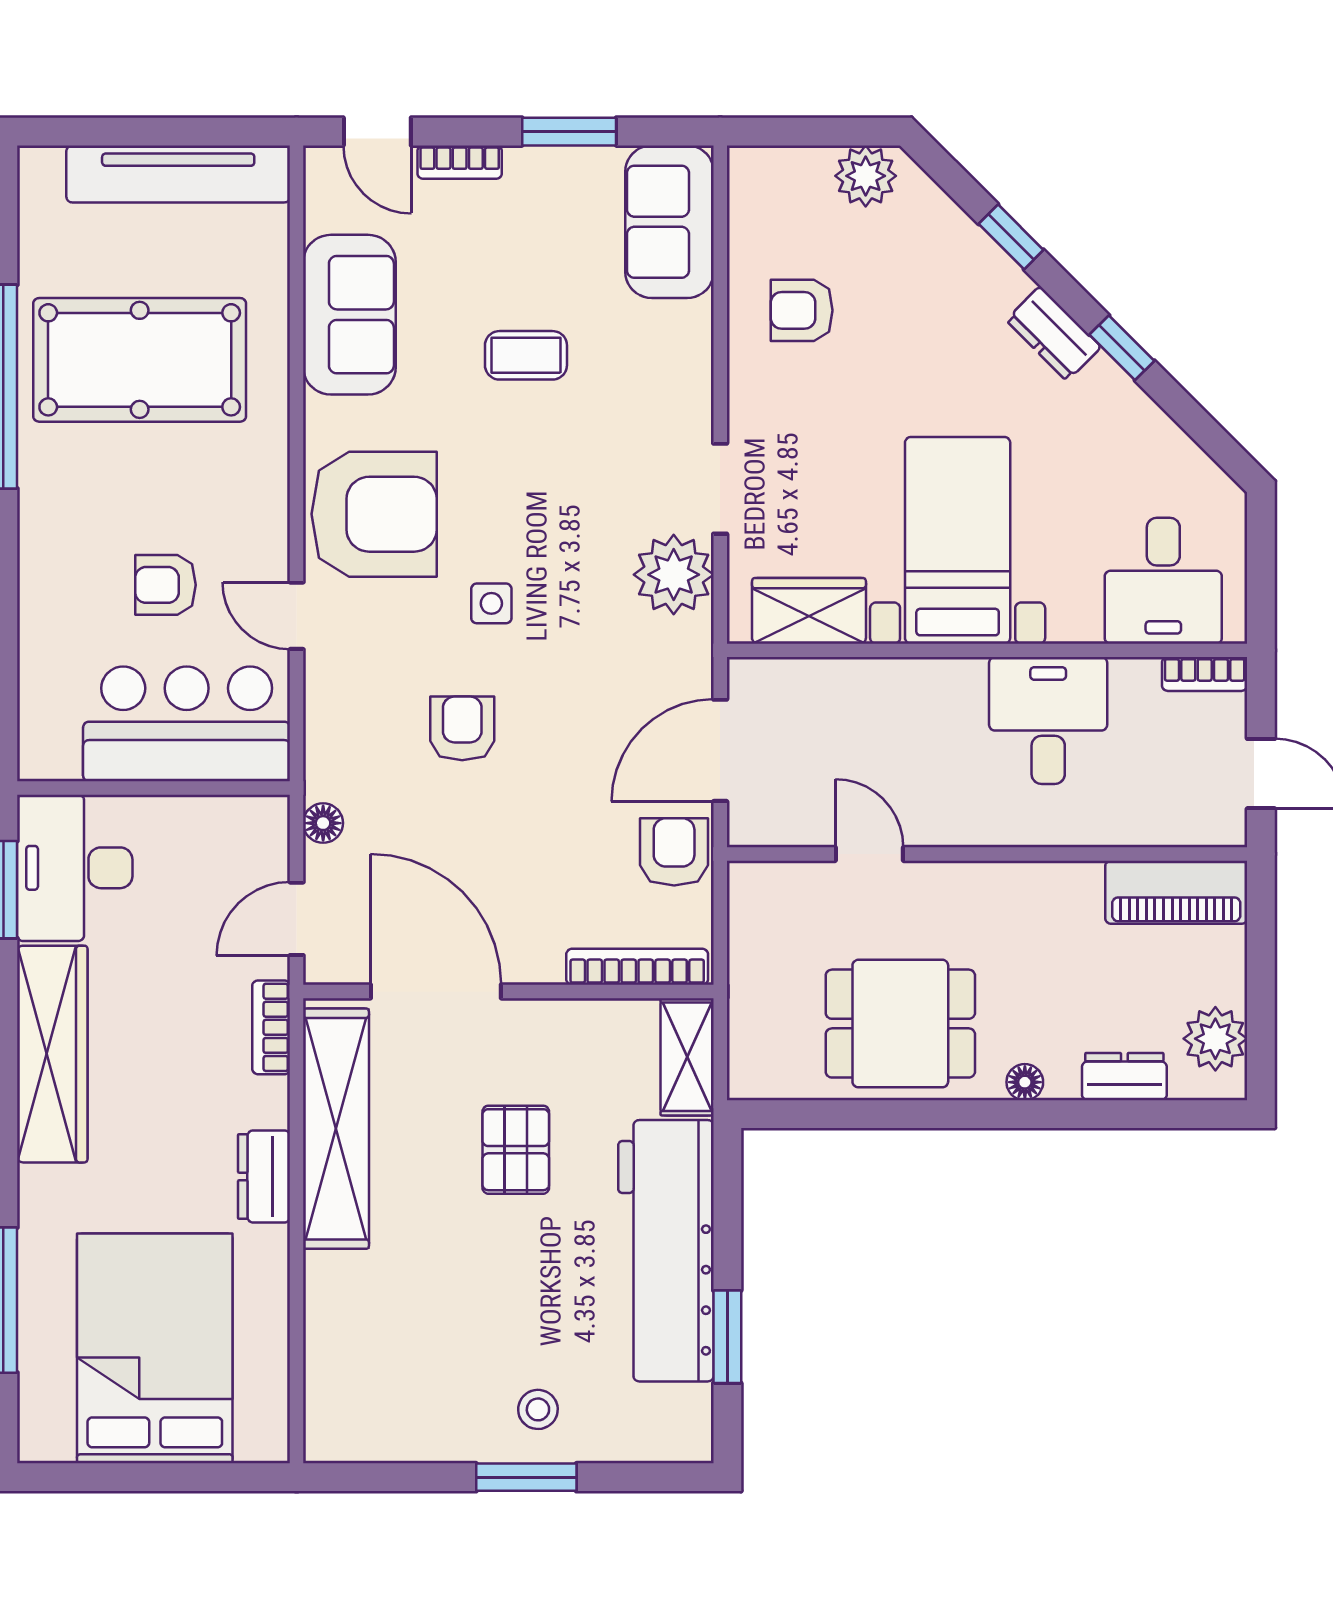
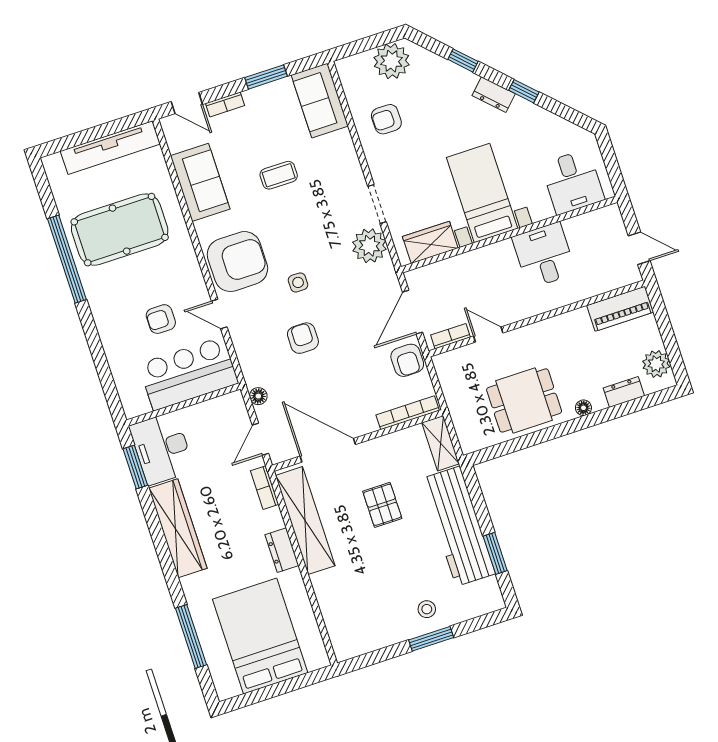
plant: (866, 176) -> (392, 61), width x1.36, depth x1.36
bookcase: (1205, 674) -> (450, 336), moved, turned 180
armchair: (674, 852) -> (407, 360), turned 180

